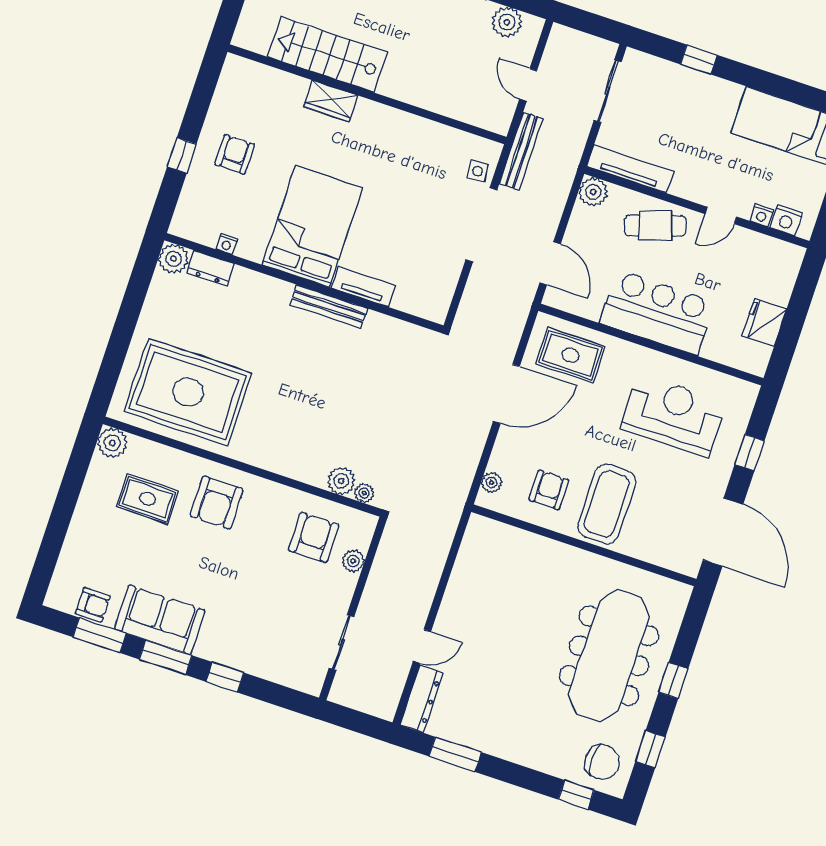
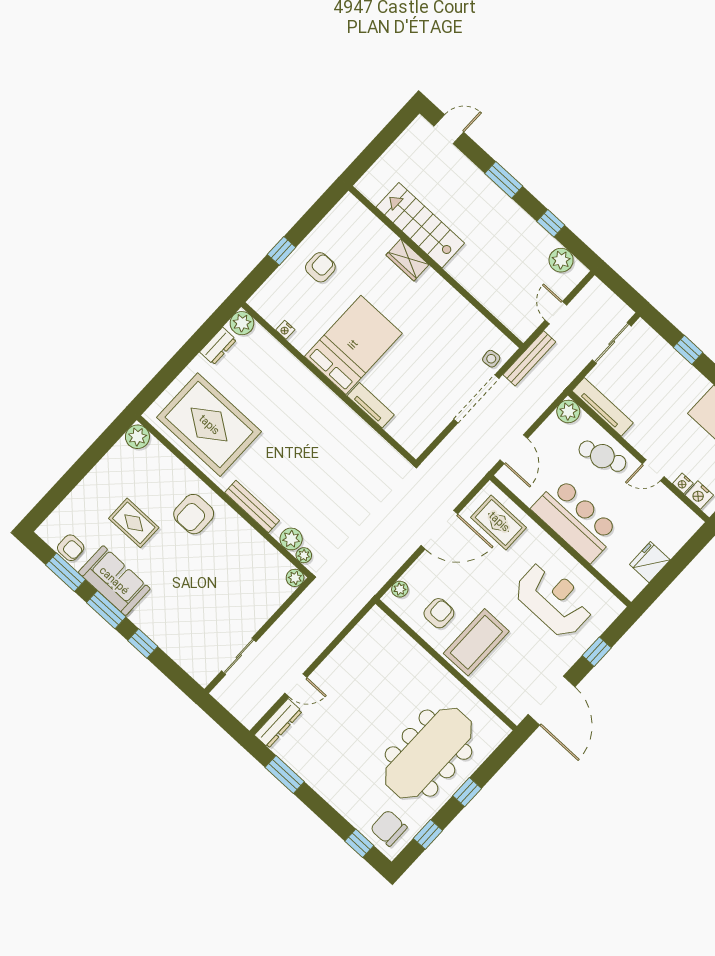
dresser: (211, 268) -> (218, 346), moved, turned -90
bench: (329, 306) -> (252, 507), moved
rug: (148, 499) -> (134, 523), moved
armchair: (314, 537) -> (253, 571), removed
plant: (353, 561) -> (295, 578), moved
chair: (602, 762) -> (389, 828), turned 180

